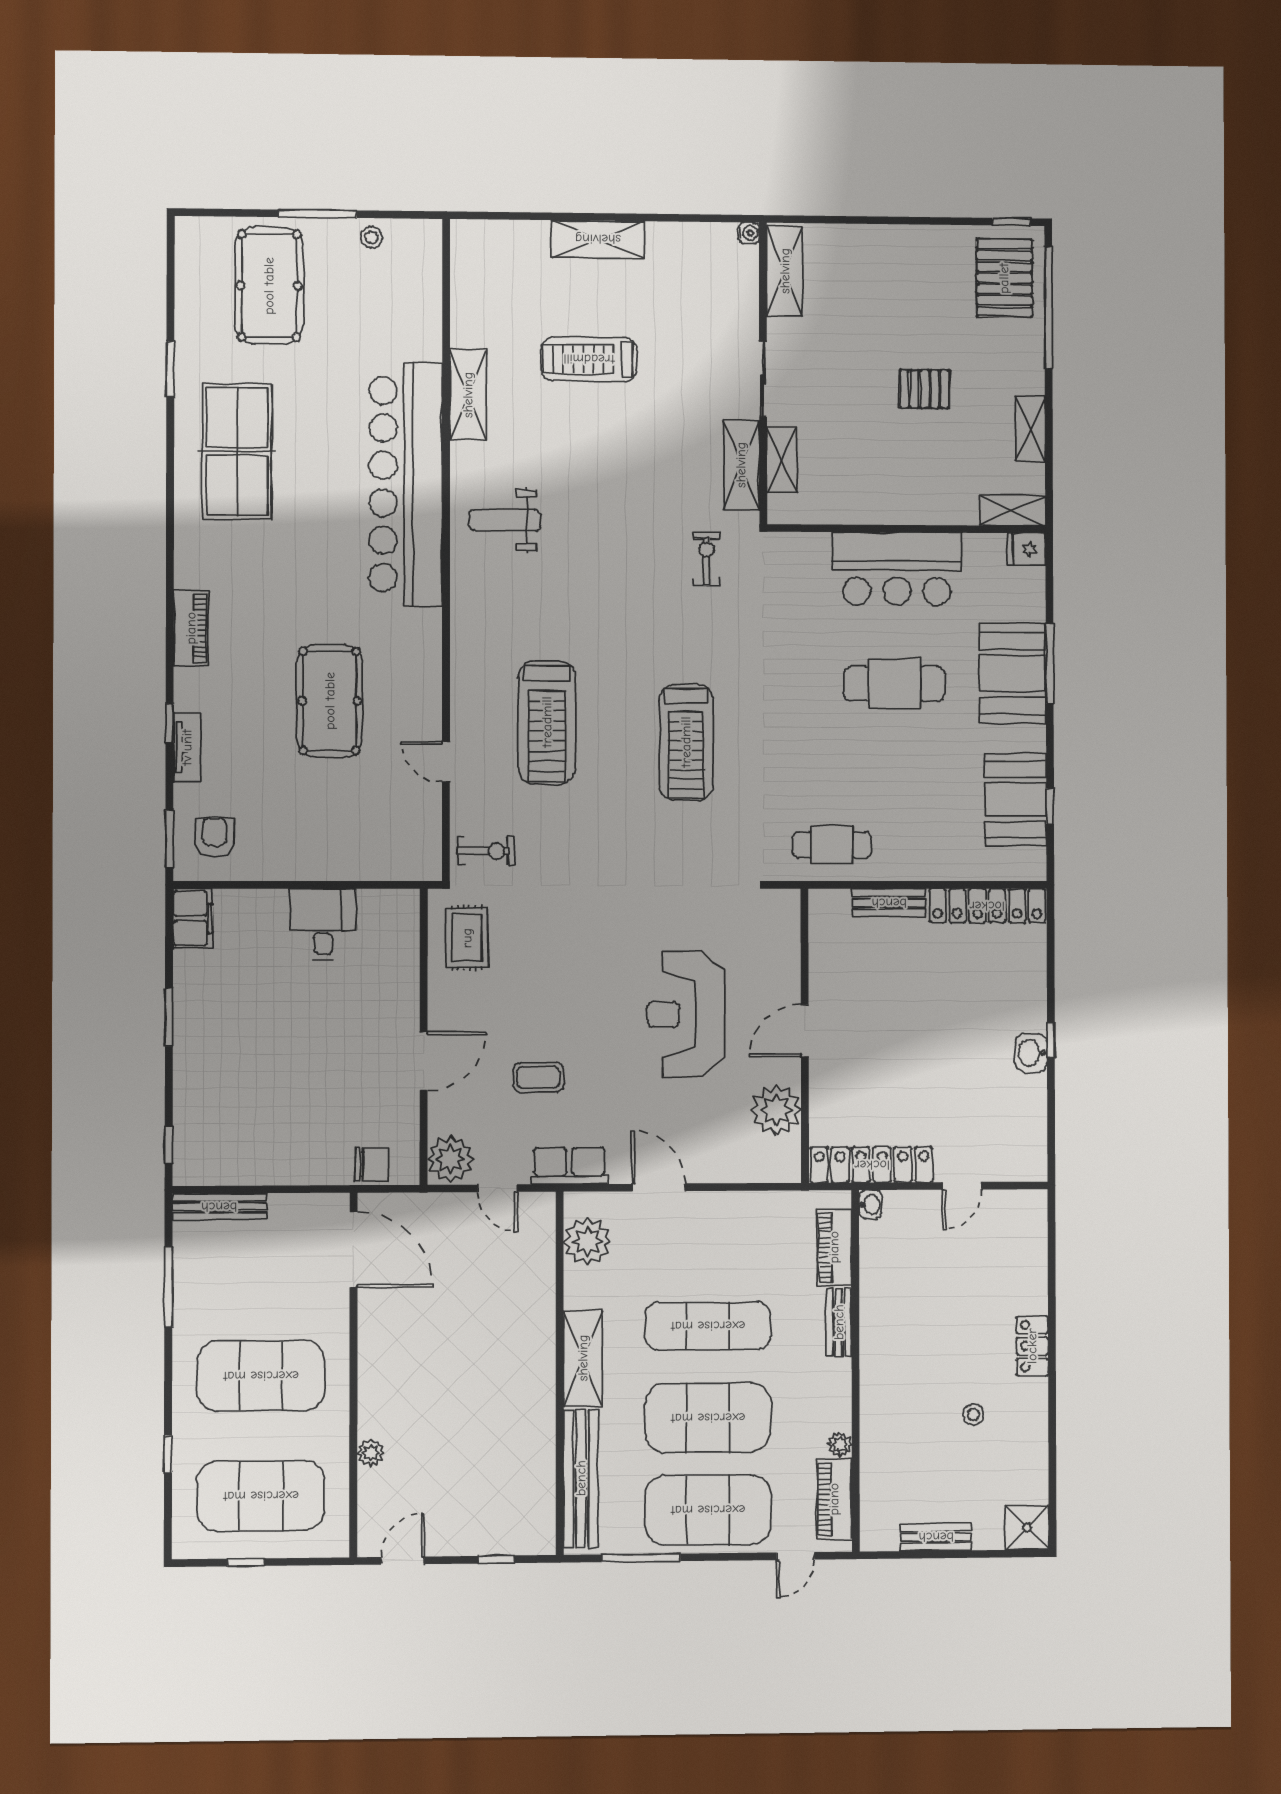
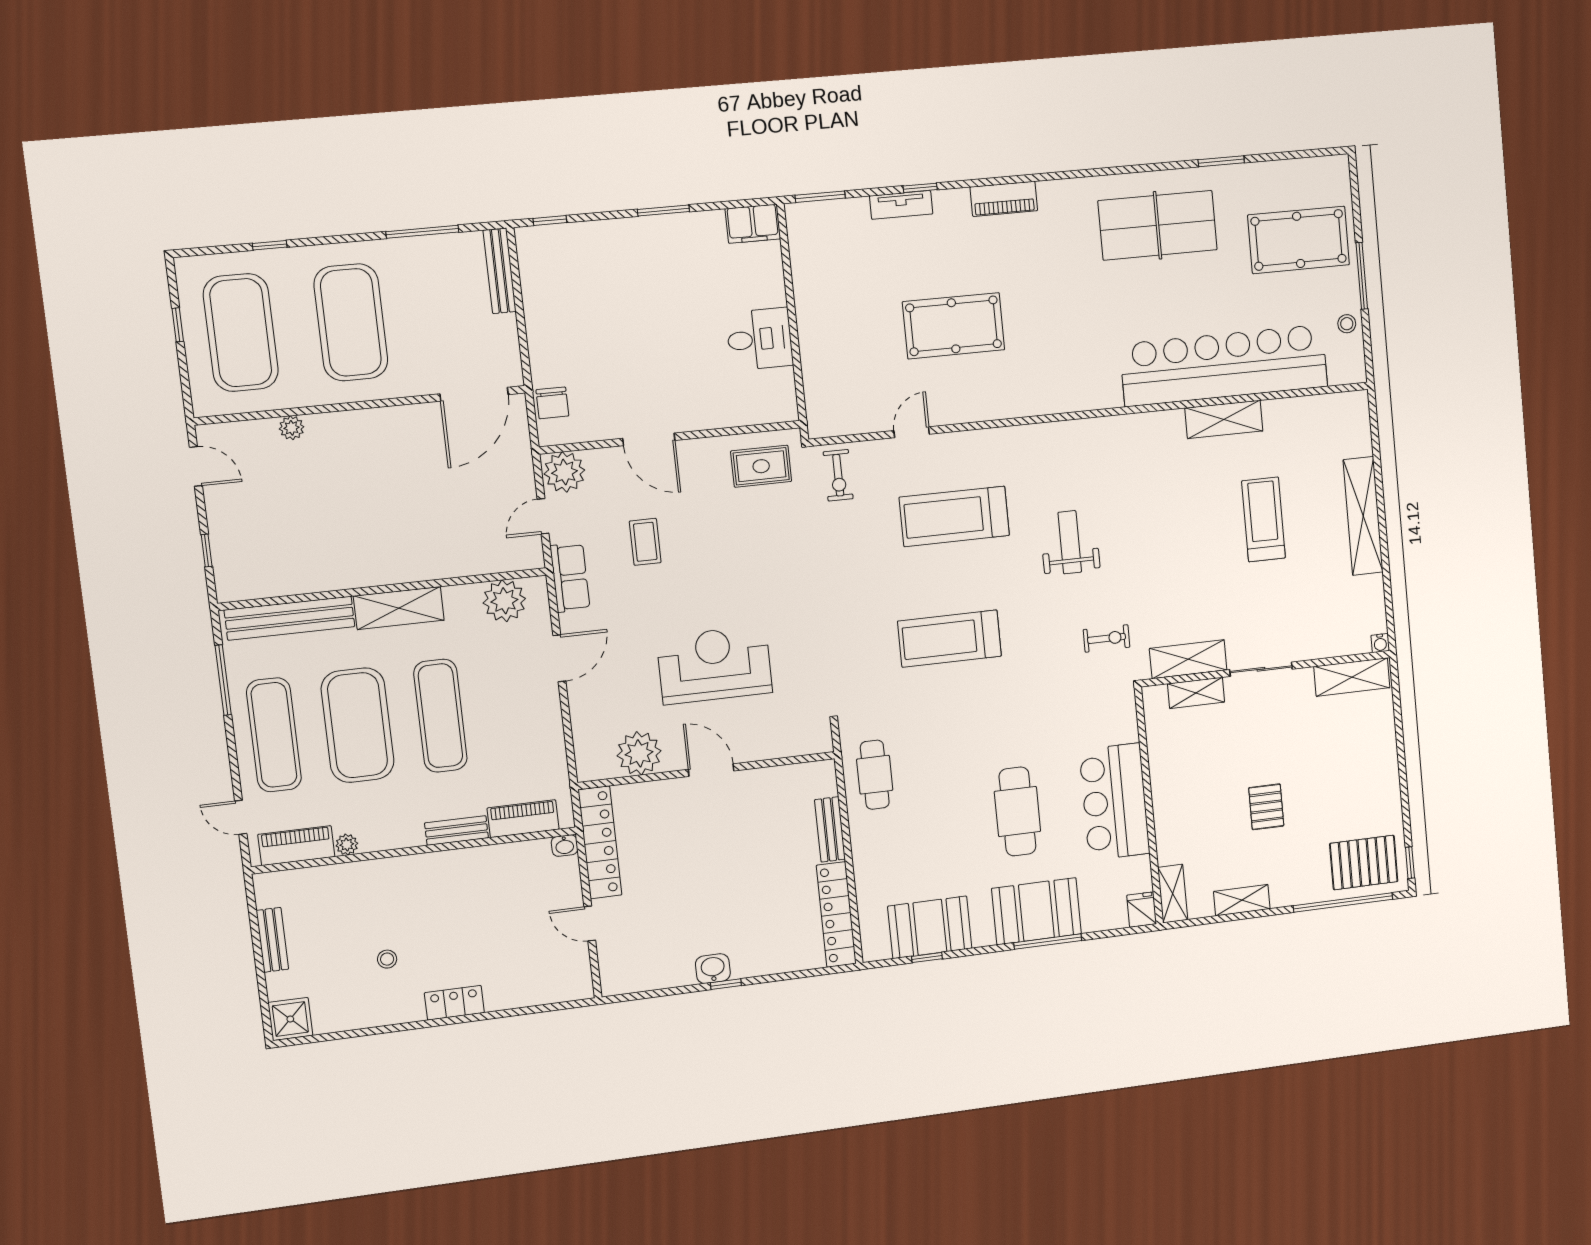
shelving: (598, 239) -> (1363, 516), width x1.47
bar counter: (406, 484) -> (1224, 365), moved
weight bench: (505, 520) -> (1070, 542), moved
armchair: (214, 837) -> (826, 236), removed
exercise mat: (708, 1510) -> (274, 735), width x0.68

